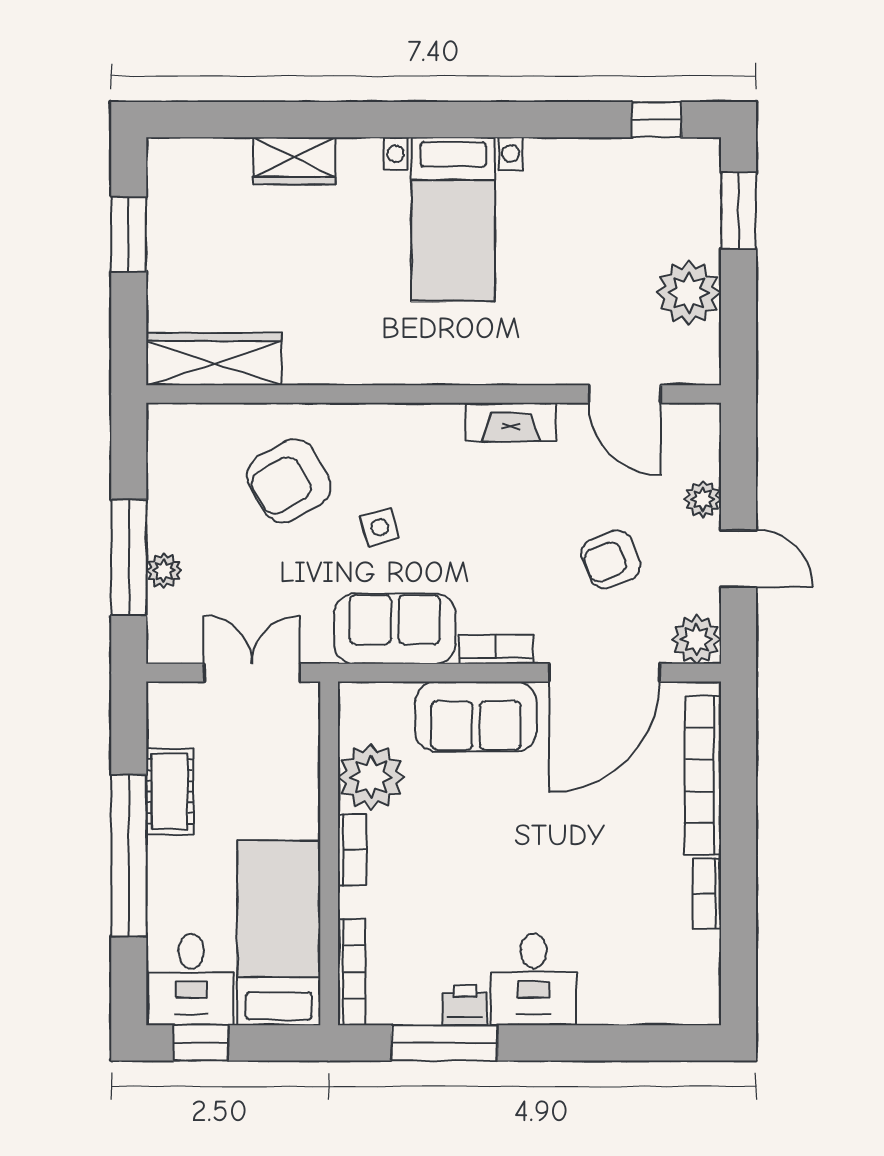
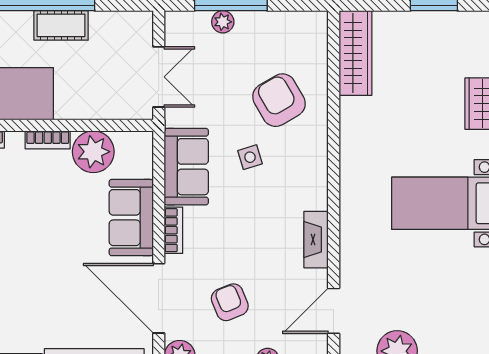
cot: (170, 791) -> (61, 25), moved

